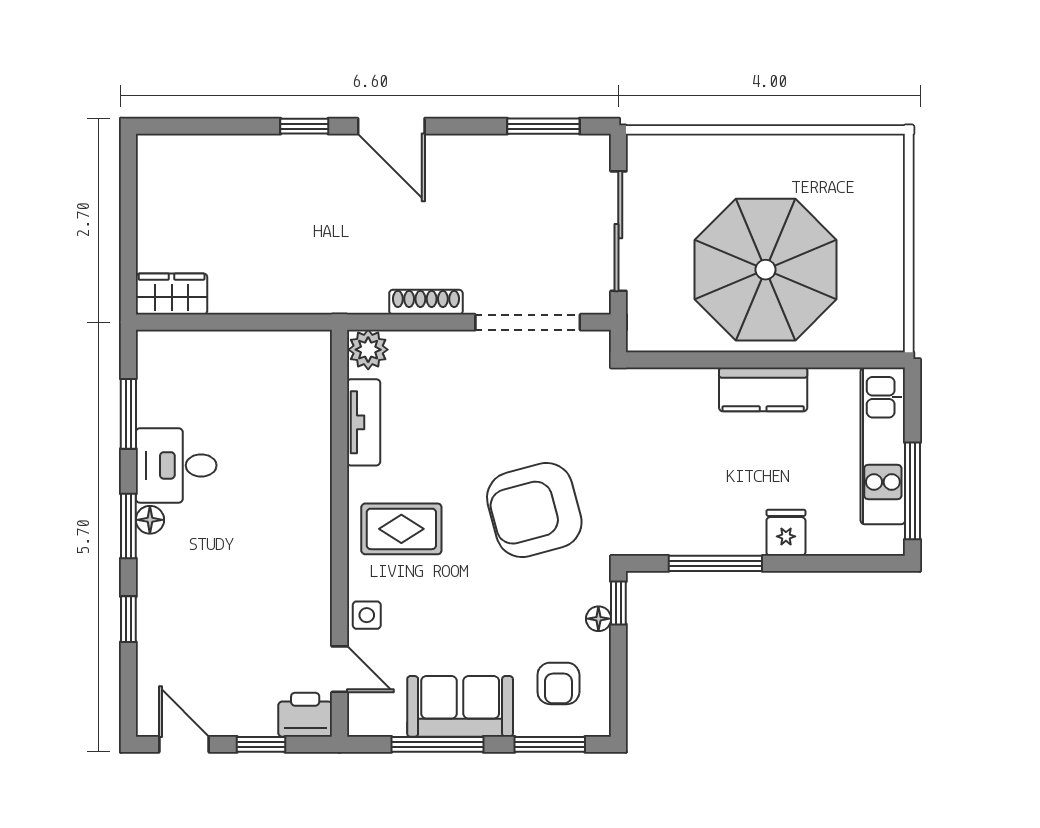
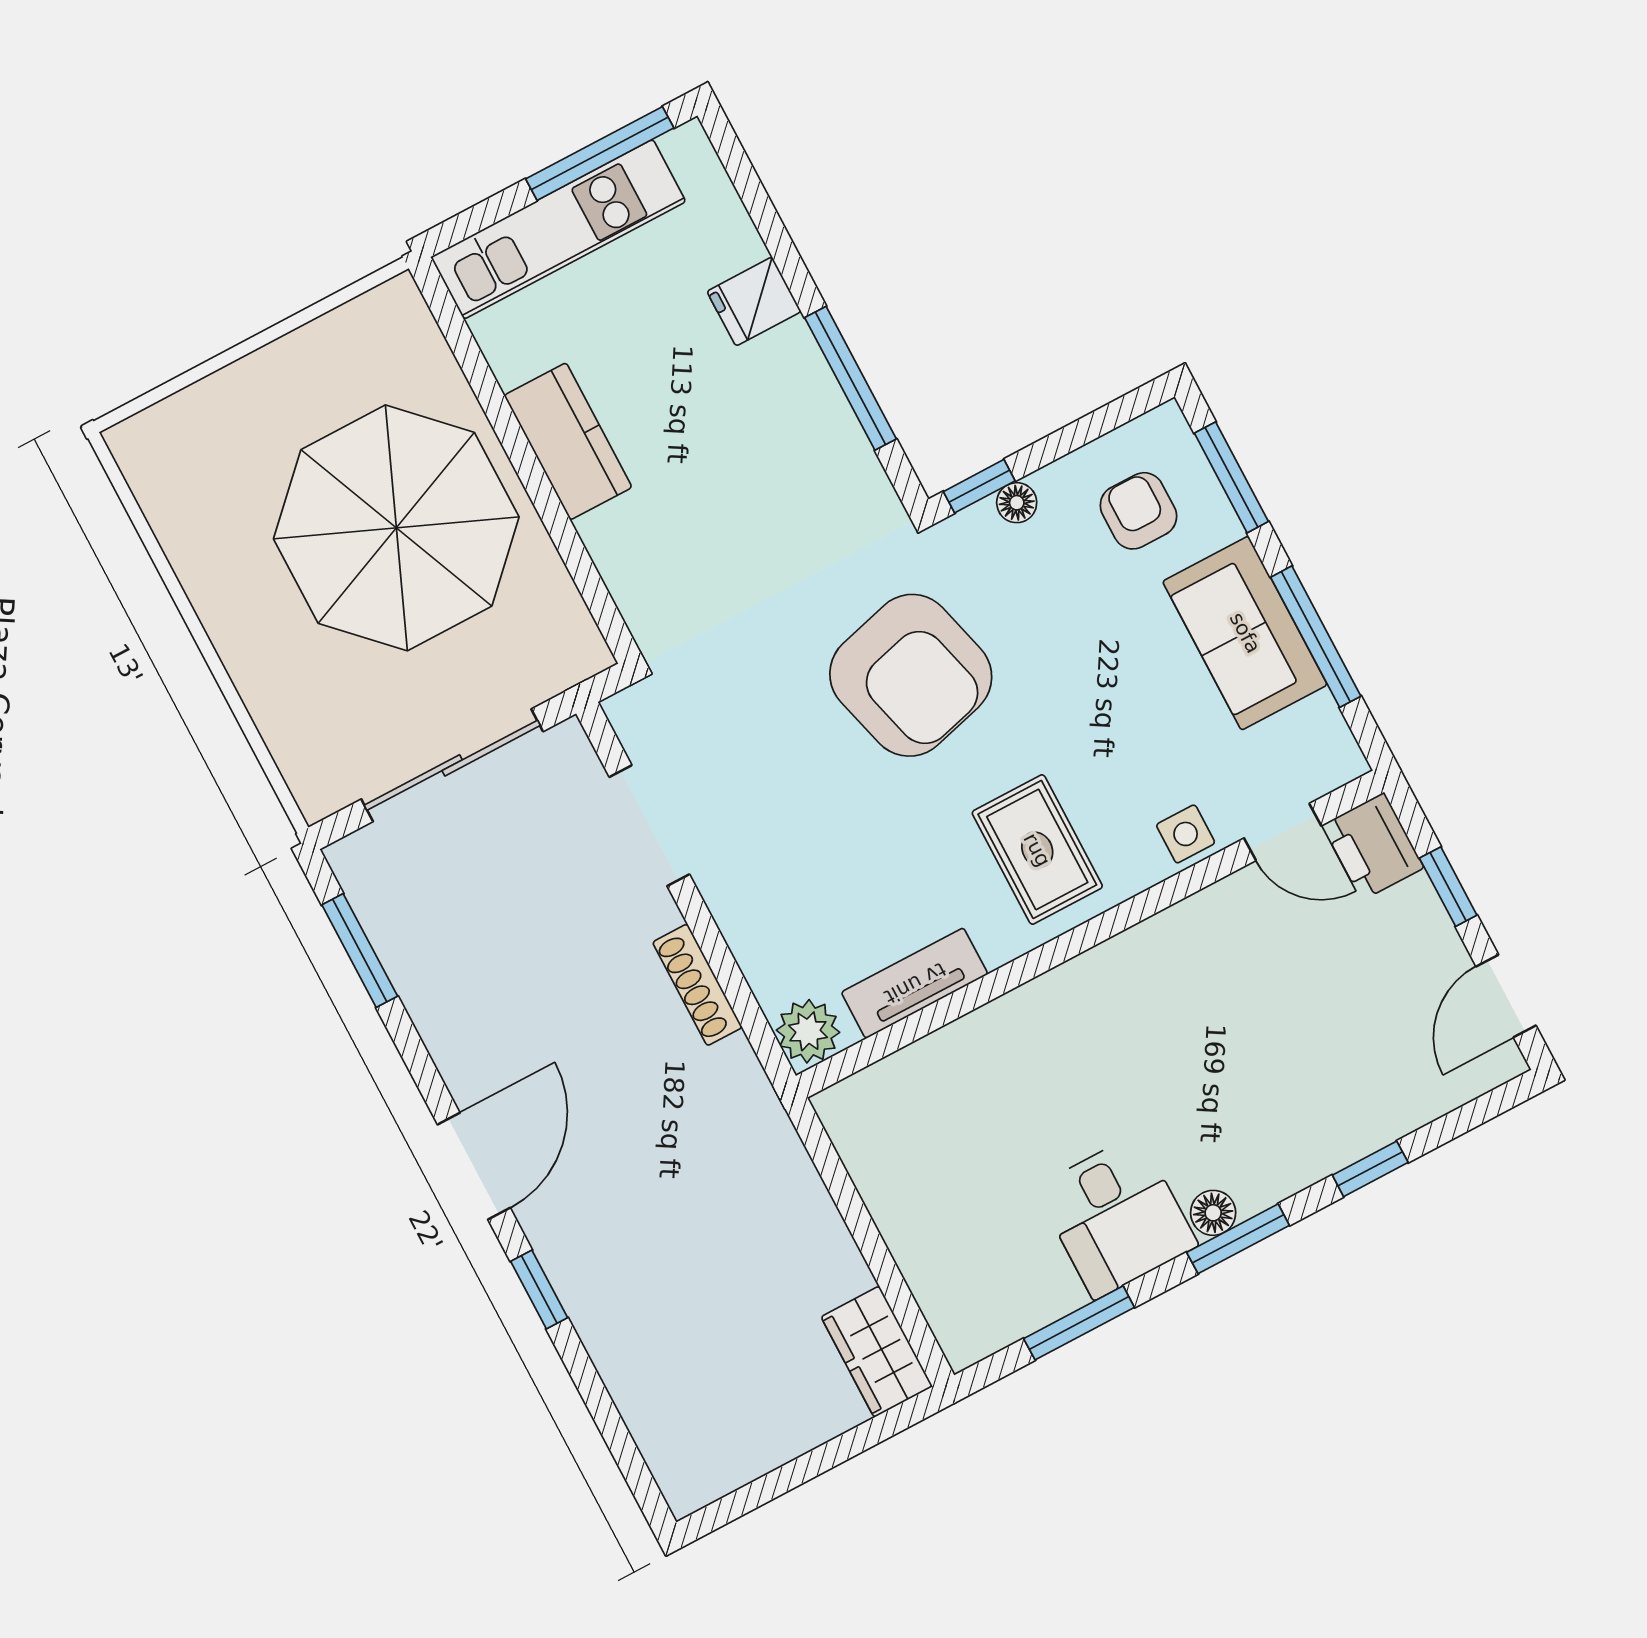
doorway: (528, 322) -> (649, 826), width x0.73
door: (339, 669) -> (1283, 832), swing flipped
armchair: (558, 683) -> (1138, 511), turned -90

